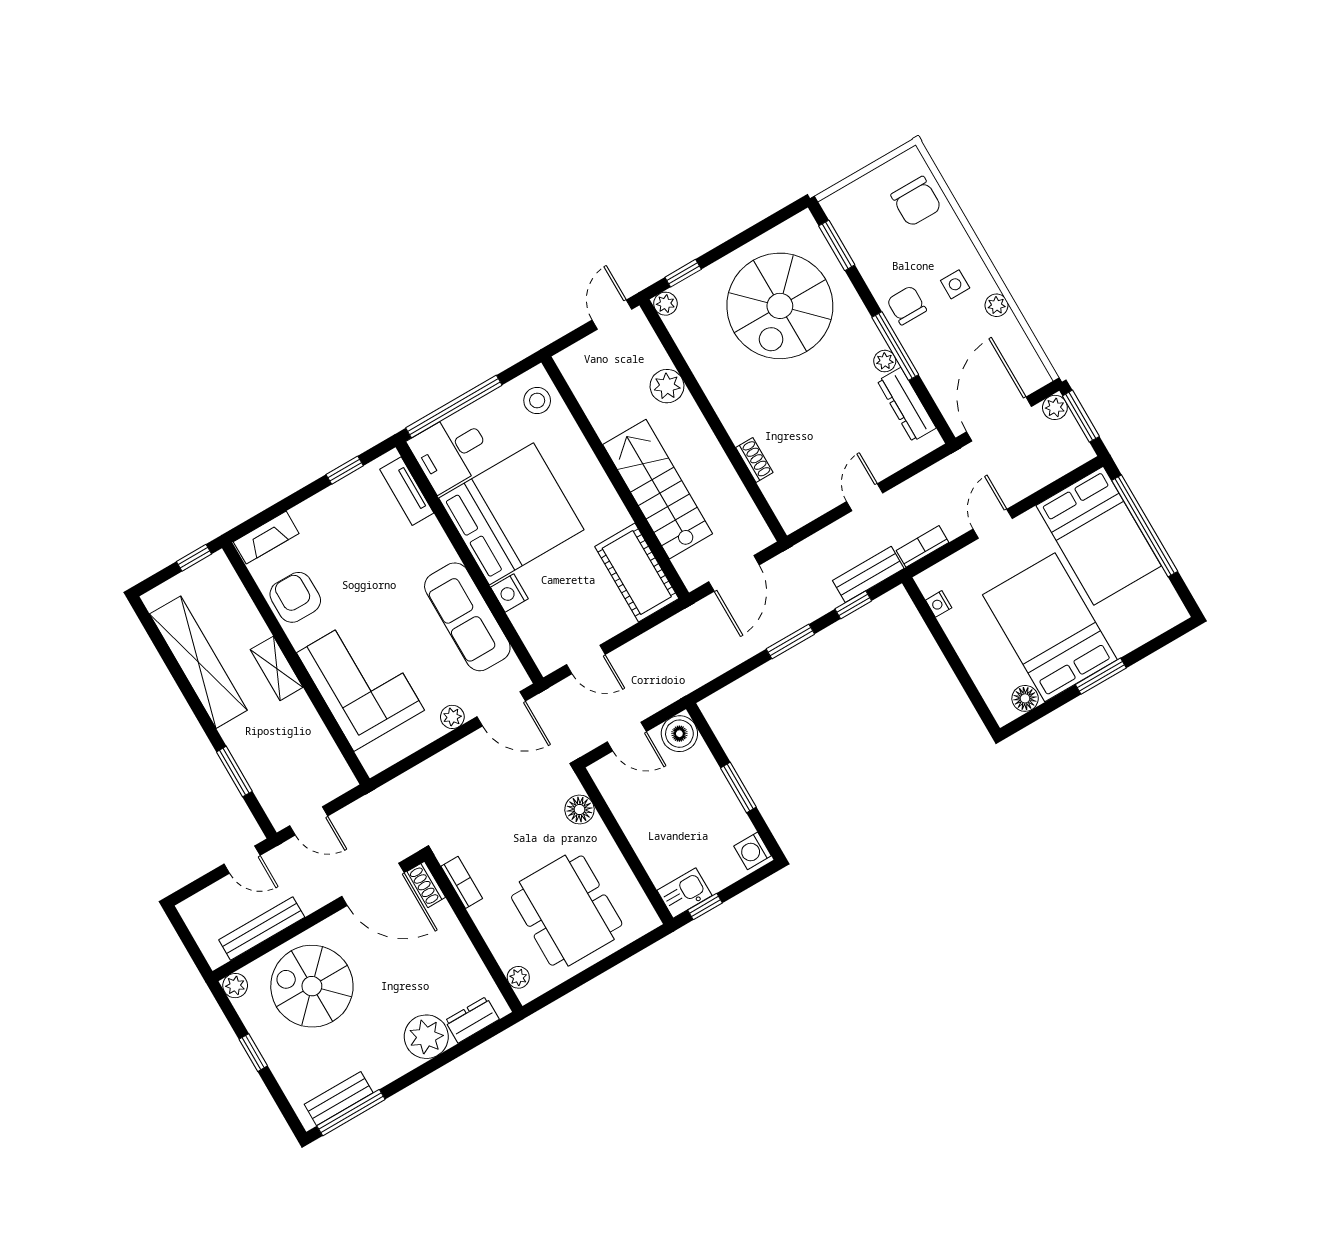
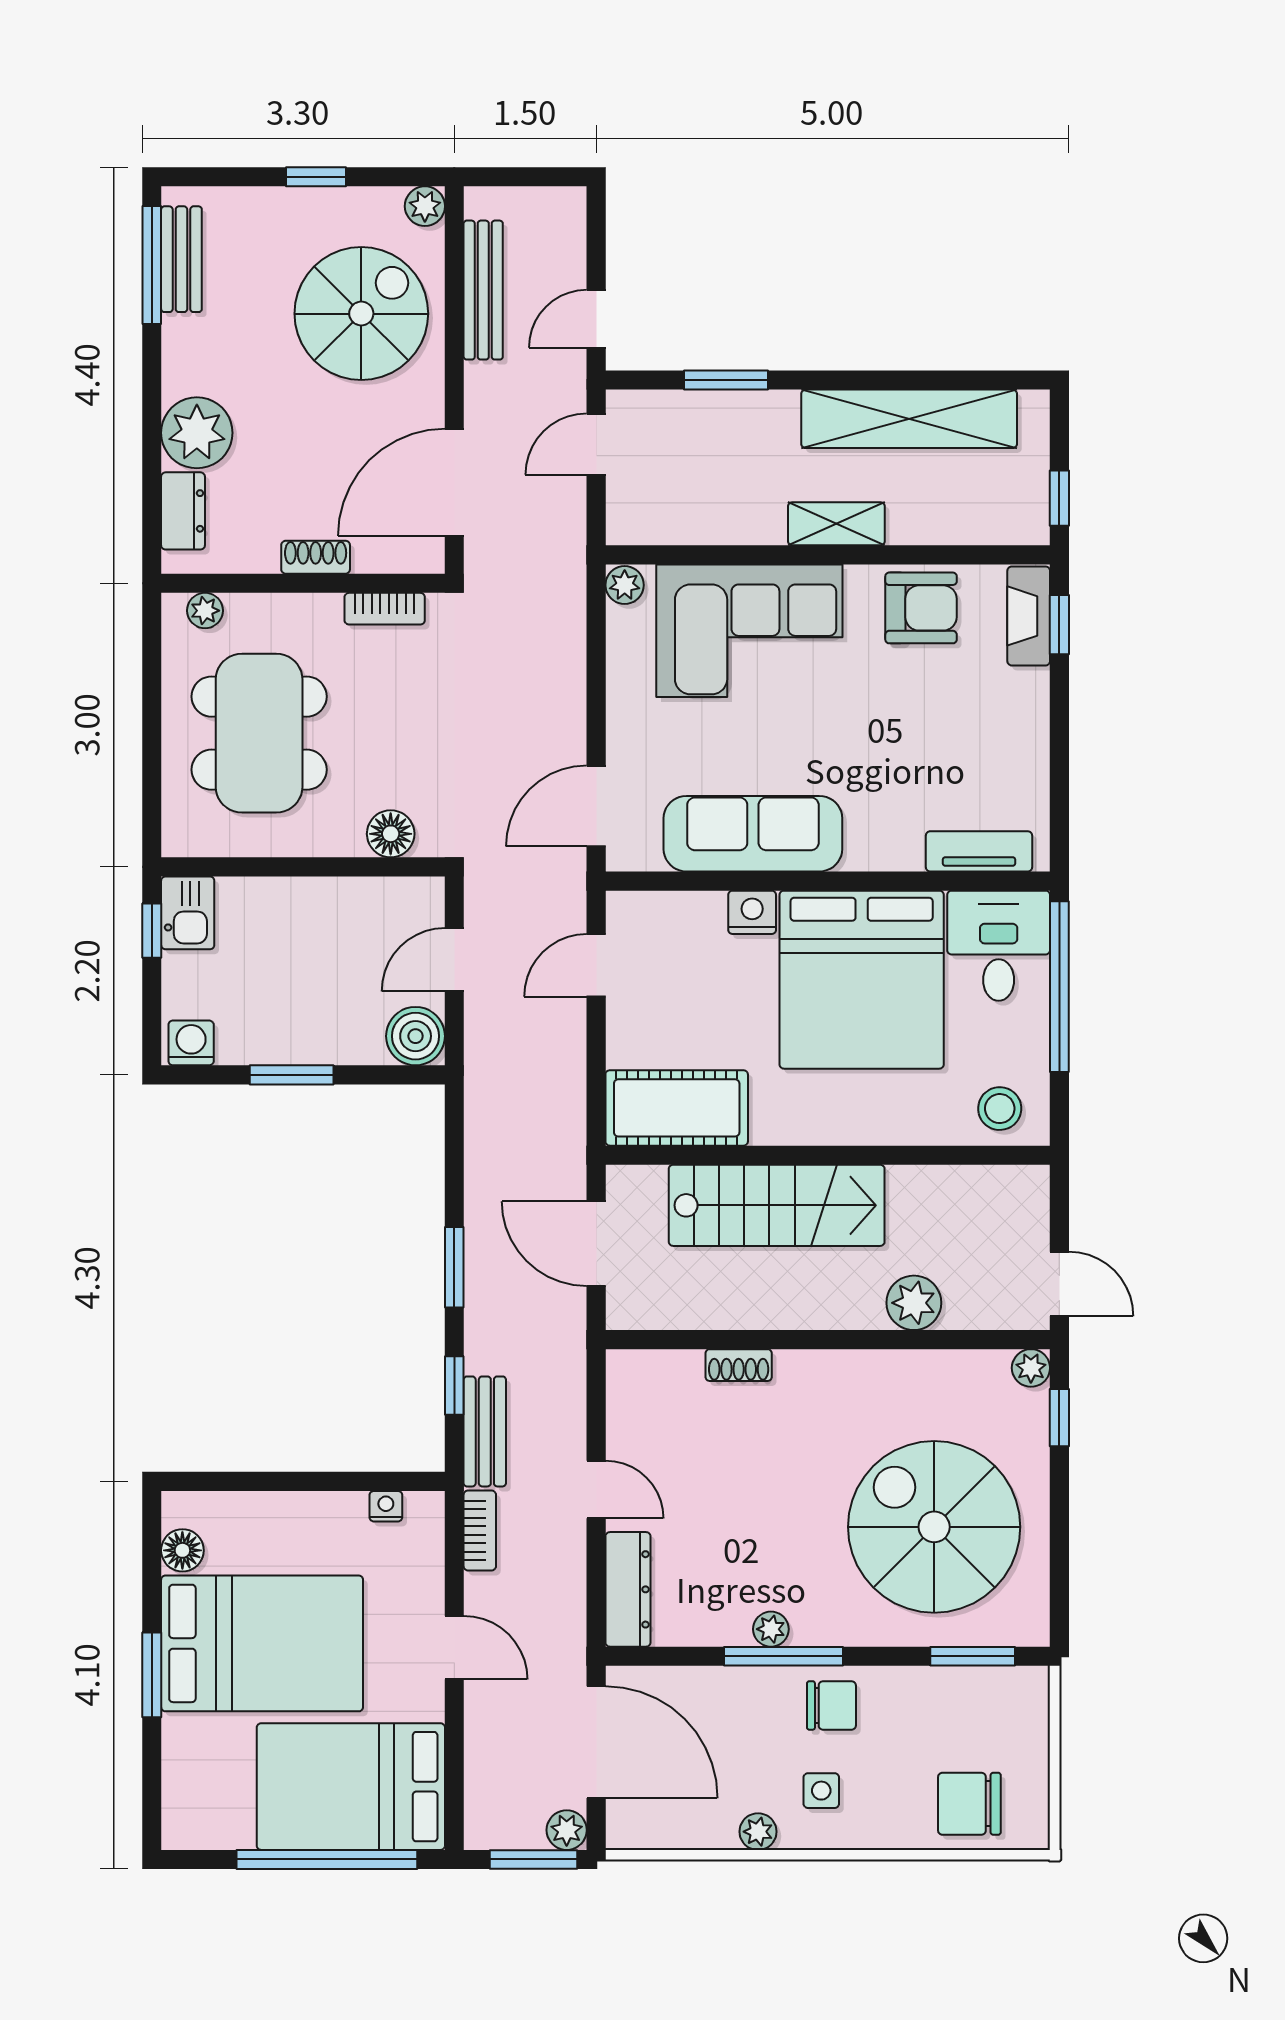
dresser: (907, 405) -> (628, 1589), moved, turned 90
window: (345, 470) -> (1059, 625), moved
plant: (452, 717) -> (625, 585), moved
shoe rack: (426, 884) -> (316, 557), moved
dining table: (567, 911) -> (259, 733), turned 90

